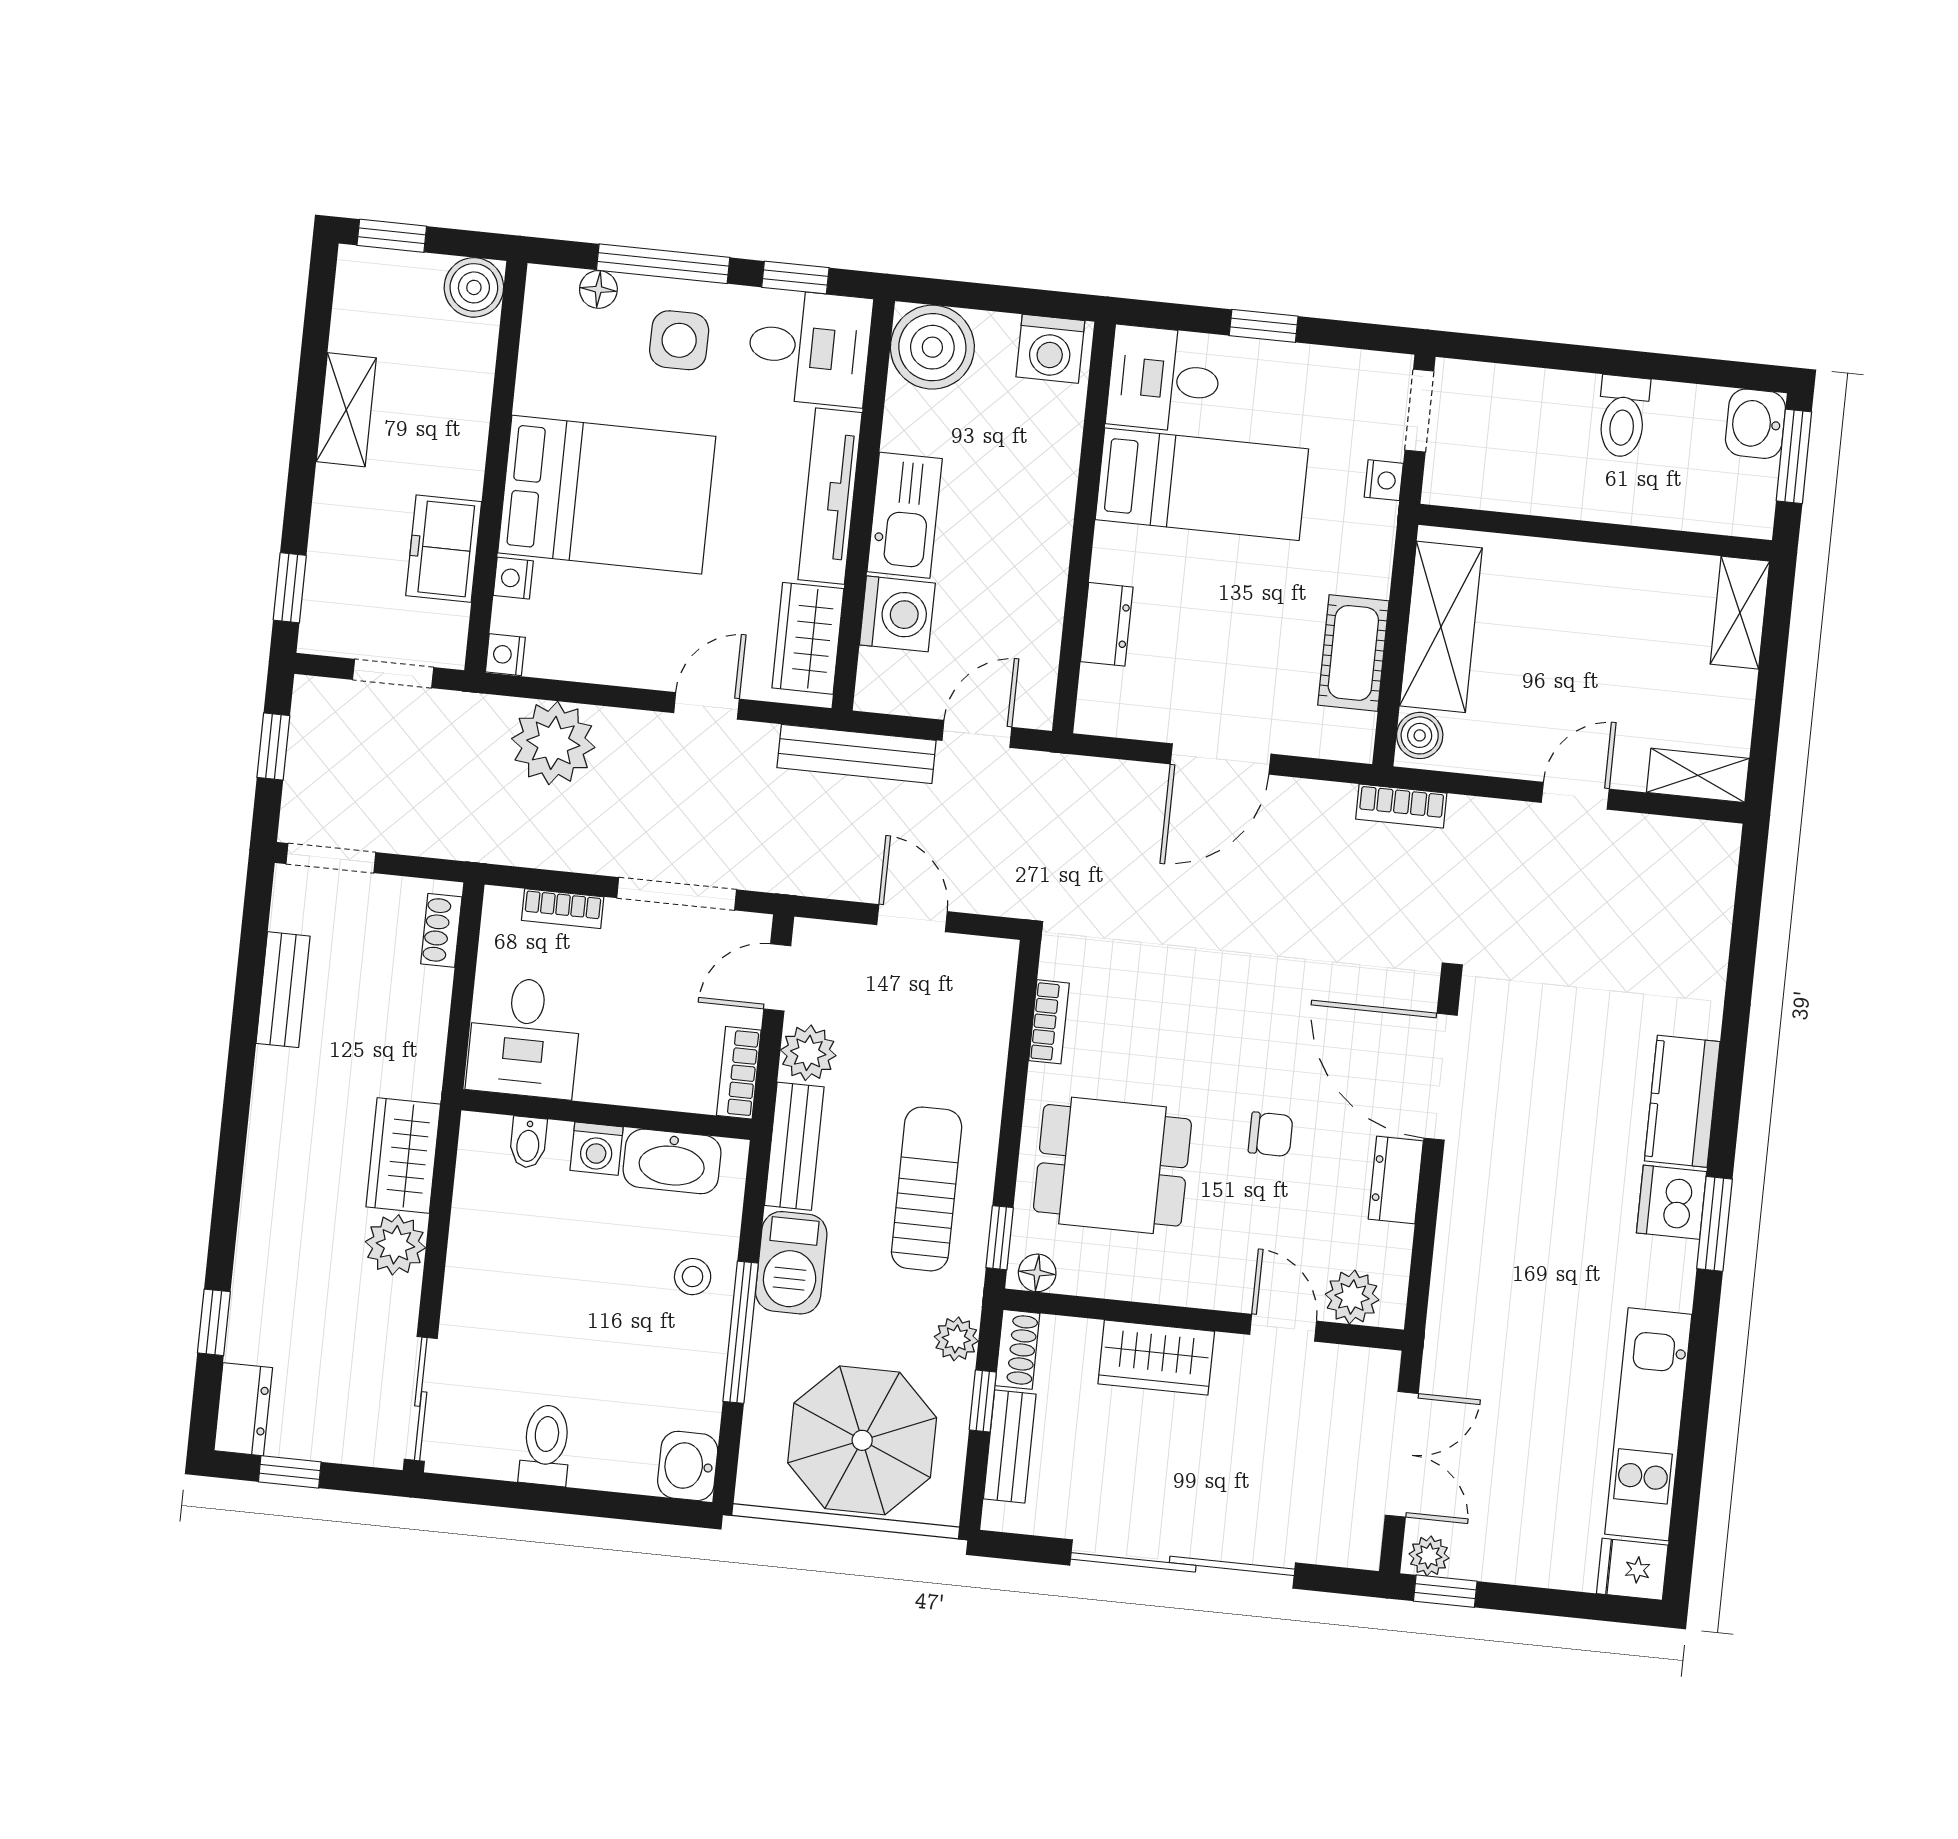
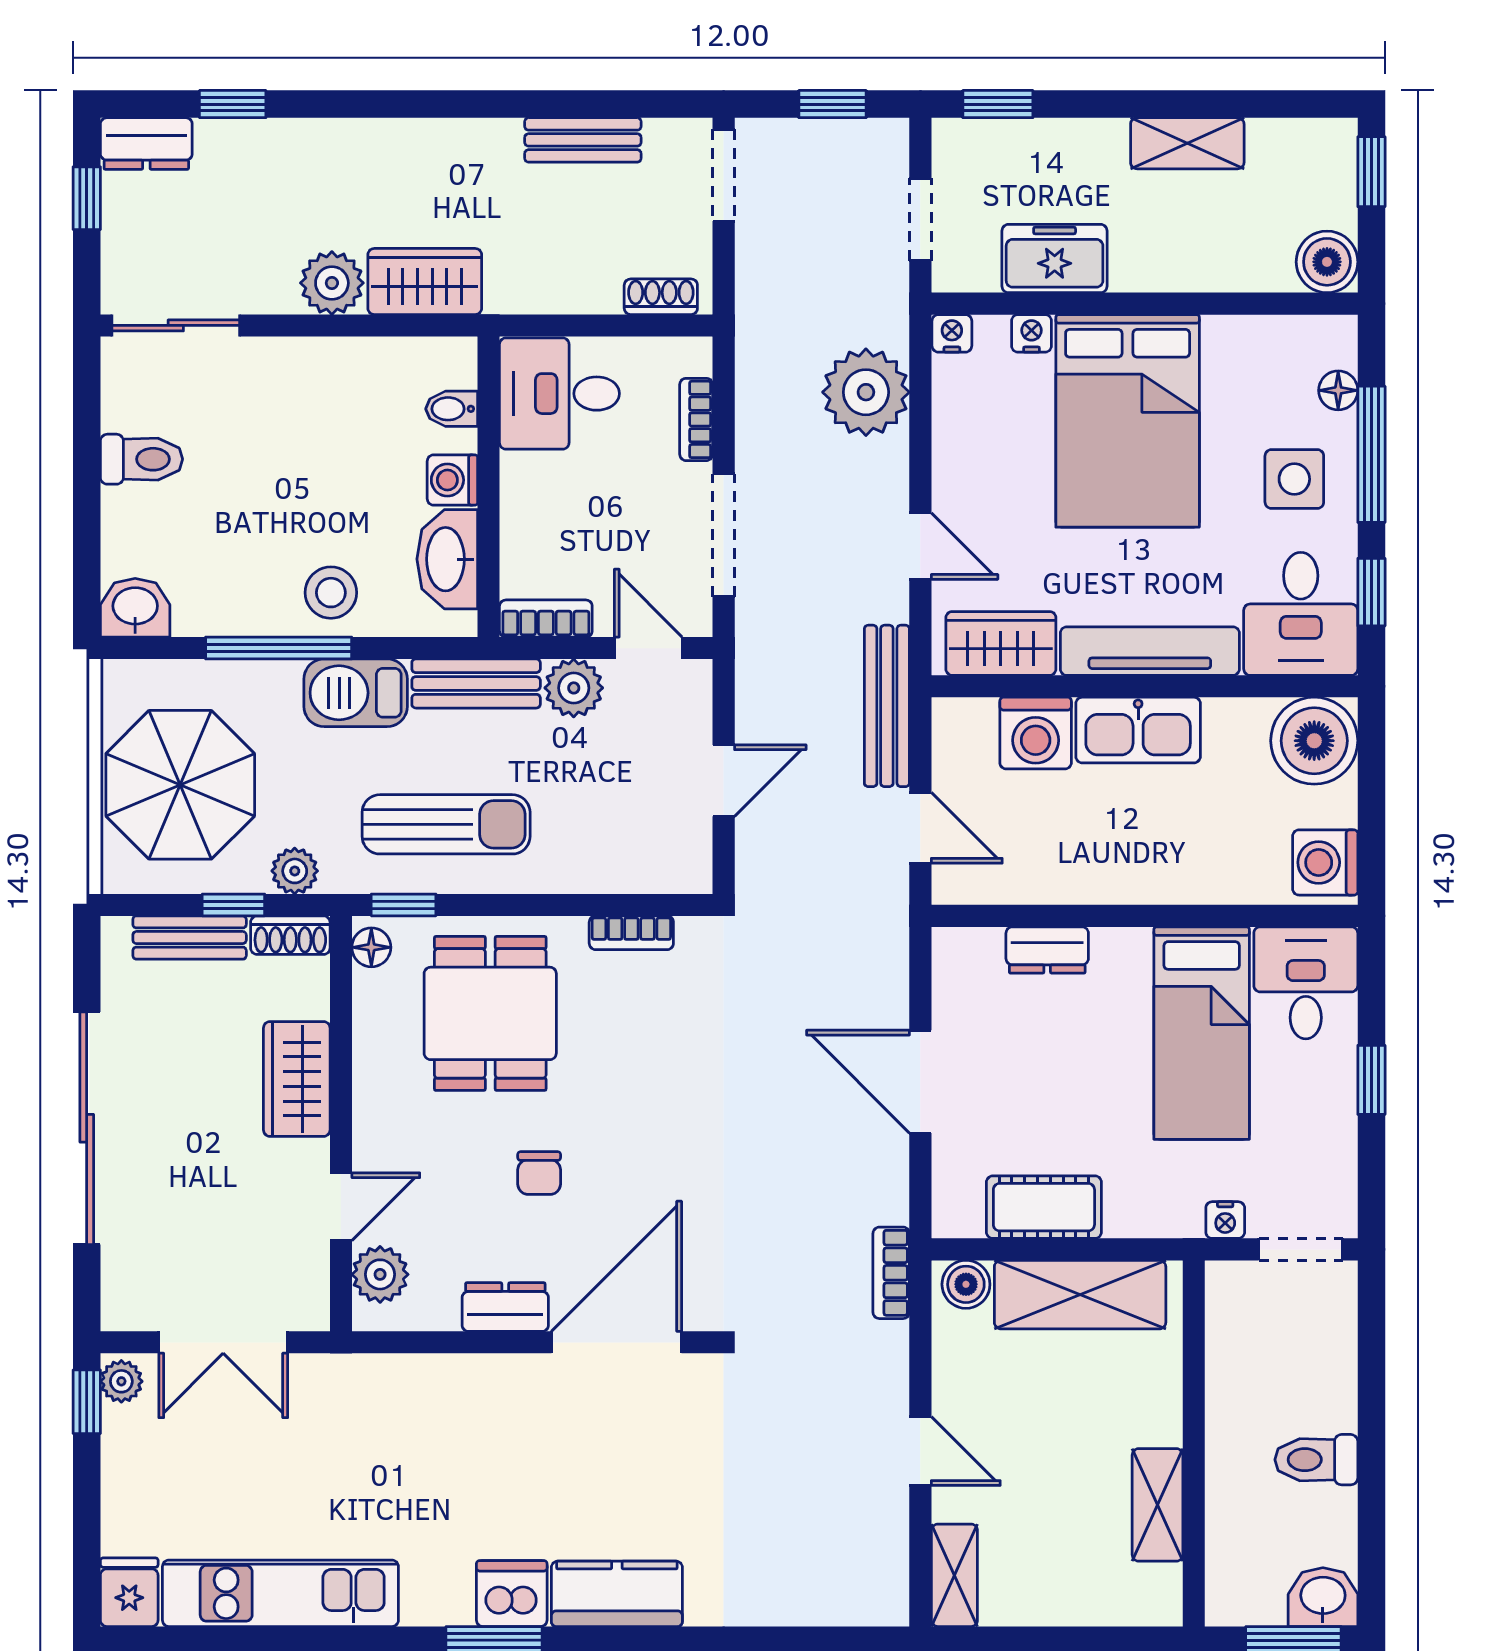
shelving: (1740, 613) -> (1158, 1505), moved, turned 90
stool: (693, 1277) -> (331, 593), width x1.37, depth x1.37

